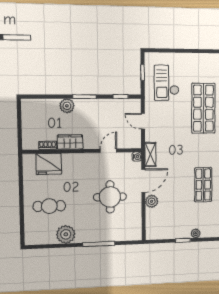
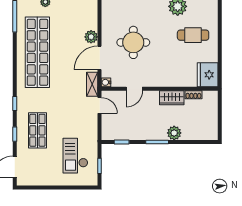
checkout: (167, 83) -> (75, 156), turned 180
shop shelf: (203, 108) -> (37, 130), width x0.70, depth x0.74
door: (143, 121) -> (100, 105), moved
fridge: (49, 164) -> (208, 75), moved, turned -90
shop shelf: (203, 185) -> (37, 52), width x2.00, depth x1.36

